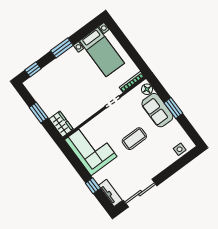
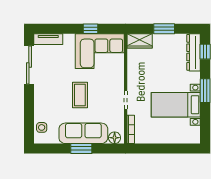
bed with nightstands: (102, 52) -> (176, 105), moved
dresser: (40, 78) -> (194, 52), added
sofa: (157, 110) -> (83, 133), width x1.36
window: (93, 186) -> (90, 29), moved

